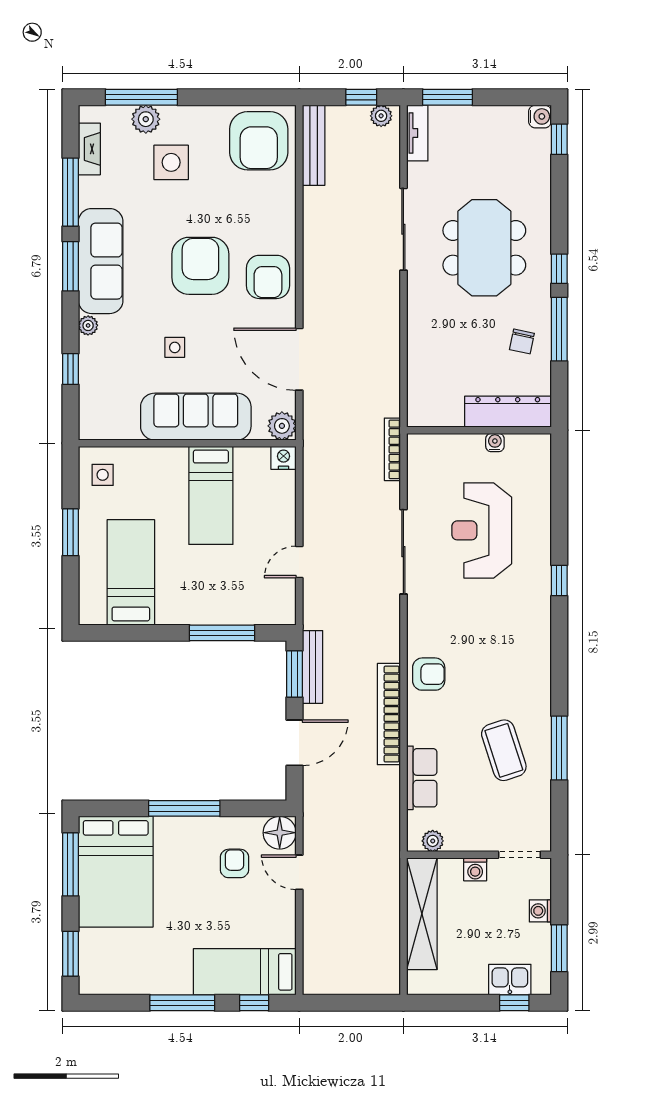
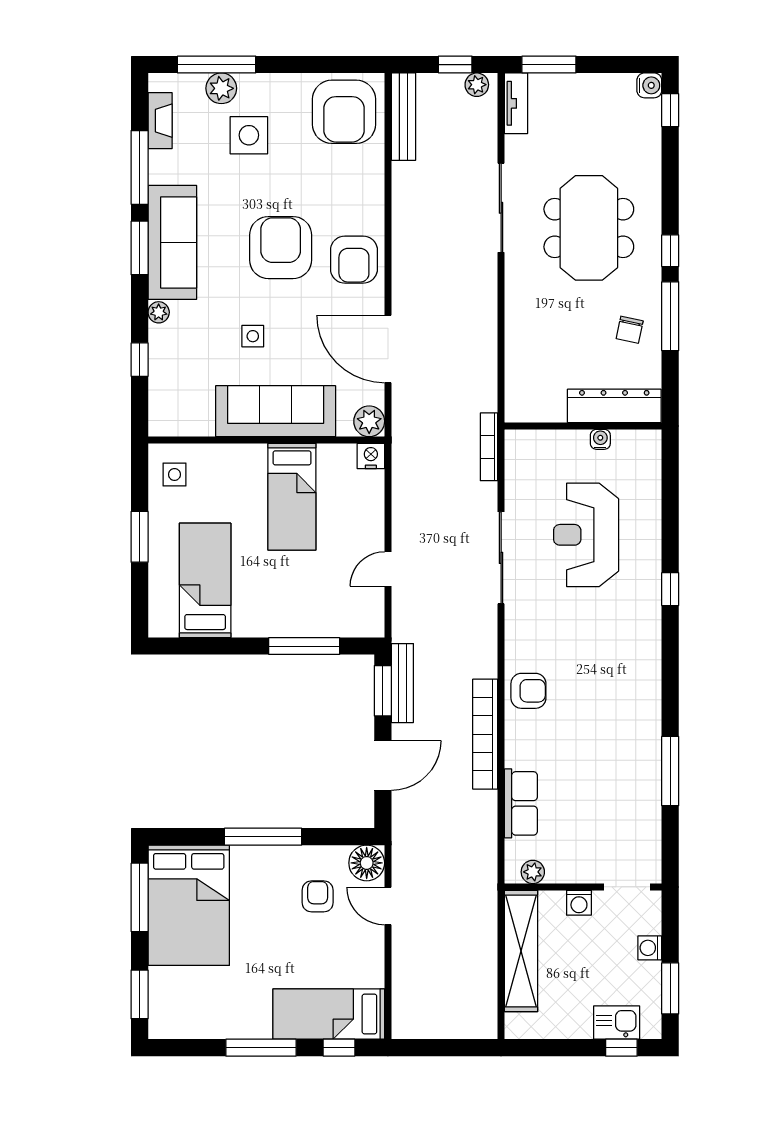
coffee table: (504, 750) -> (610, 773), removed

